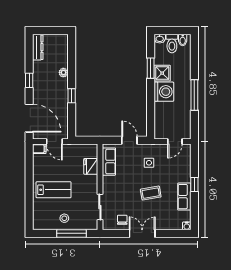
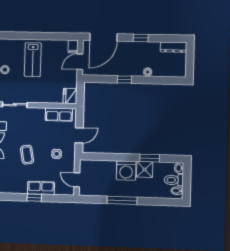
fridge: (91, 166) -> (70, 96), moved, turned -90
row of seats: (184, 197) -> (41, 188), moved

